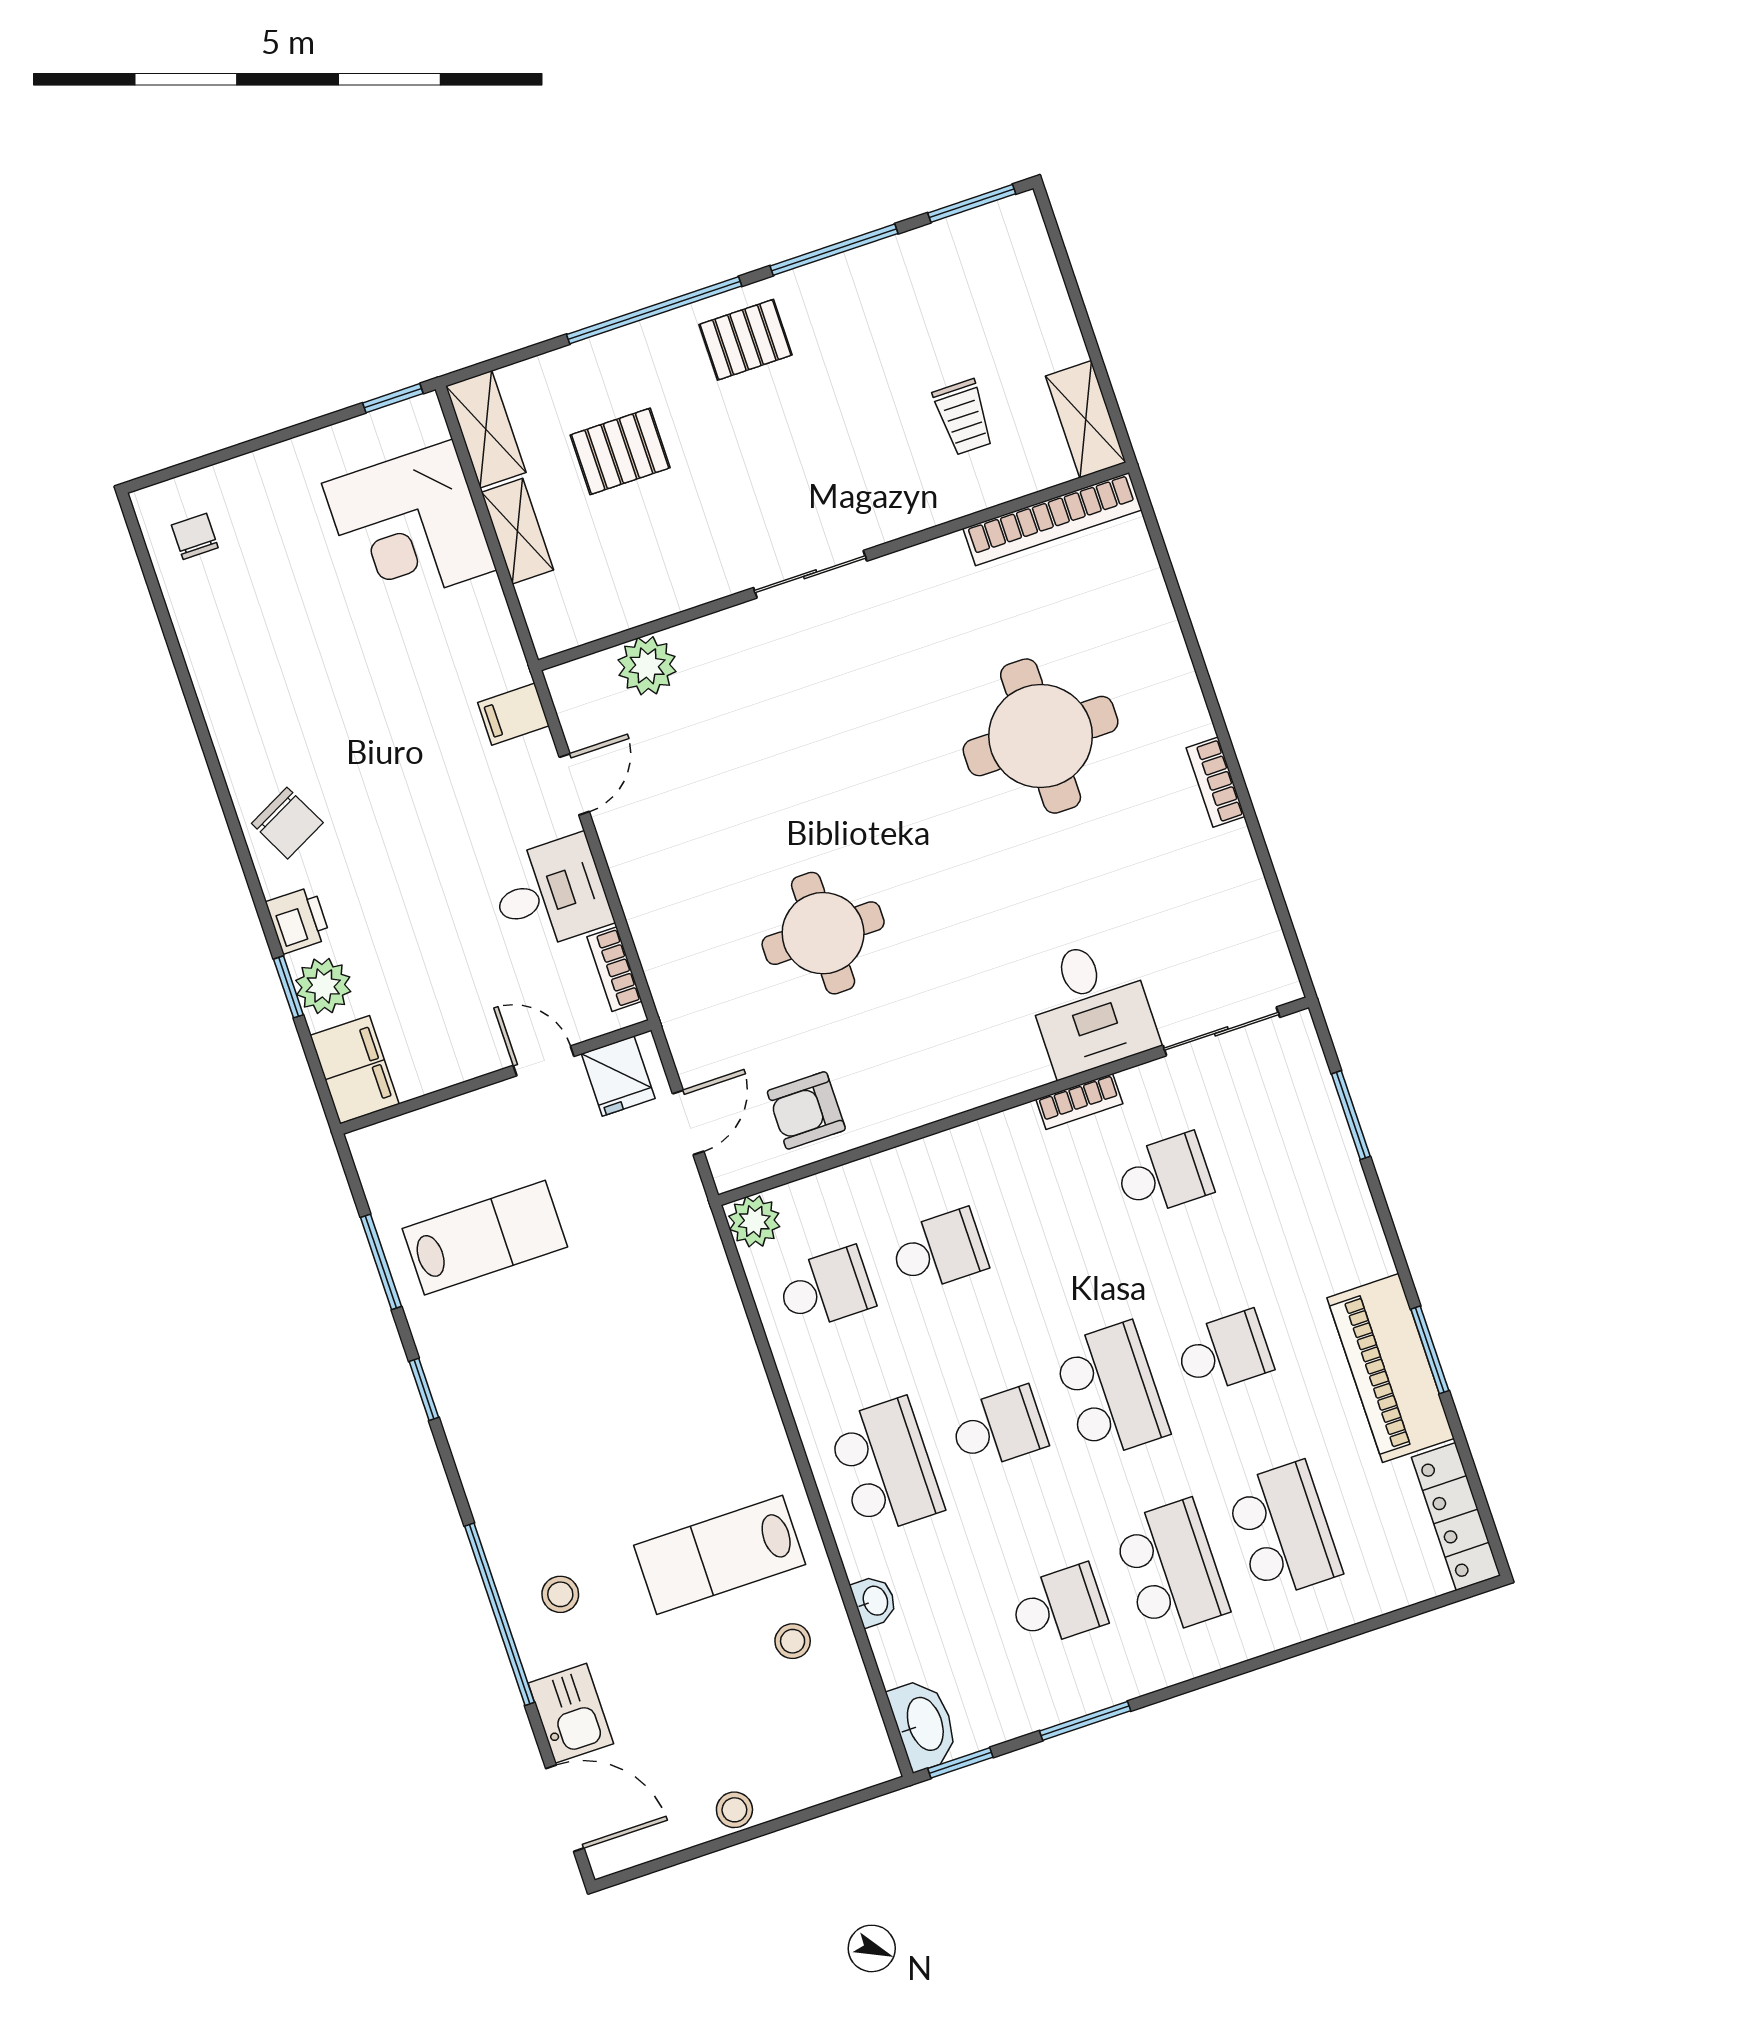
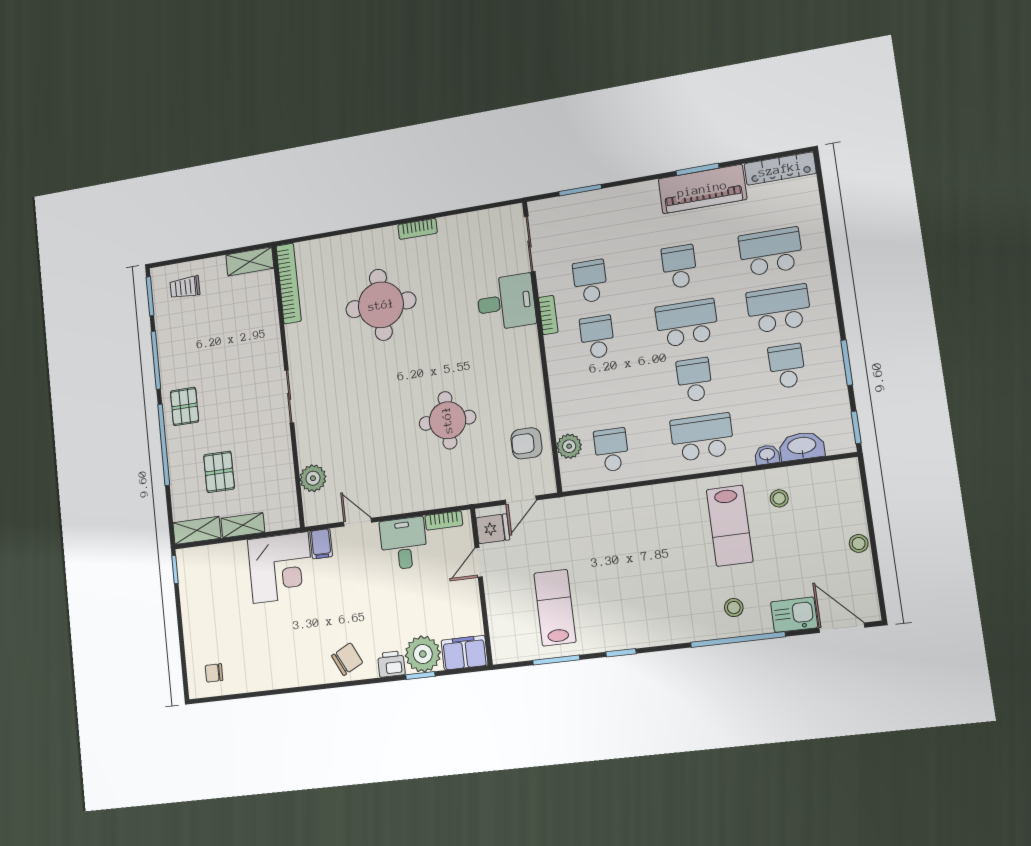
trolley: (963, 417) -> (185, 287), moved, turned 180
corner desk: (409, 527) -> (281, 568), moved
plant: (323, 986) -> (423, 654), width x1.36, depth x1.36
armchair: (806, 1110) -> (526, 443), turned 90
door: (688, 1122) -> (521, 500), swing flipped
plant: (754, 1221) -> (569, 446), moved
school desk: (938, 1251) -> (597, 337), moved
washbasin: (924, 1724) -> (802, 446), moved
door: (565, 1808) -> (842, 628), hinge flipped

